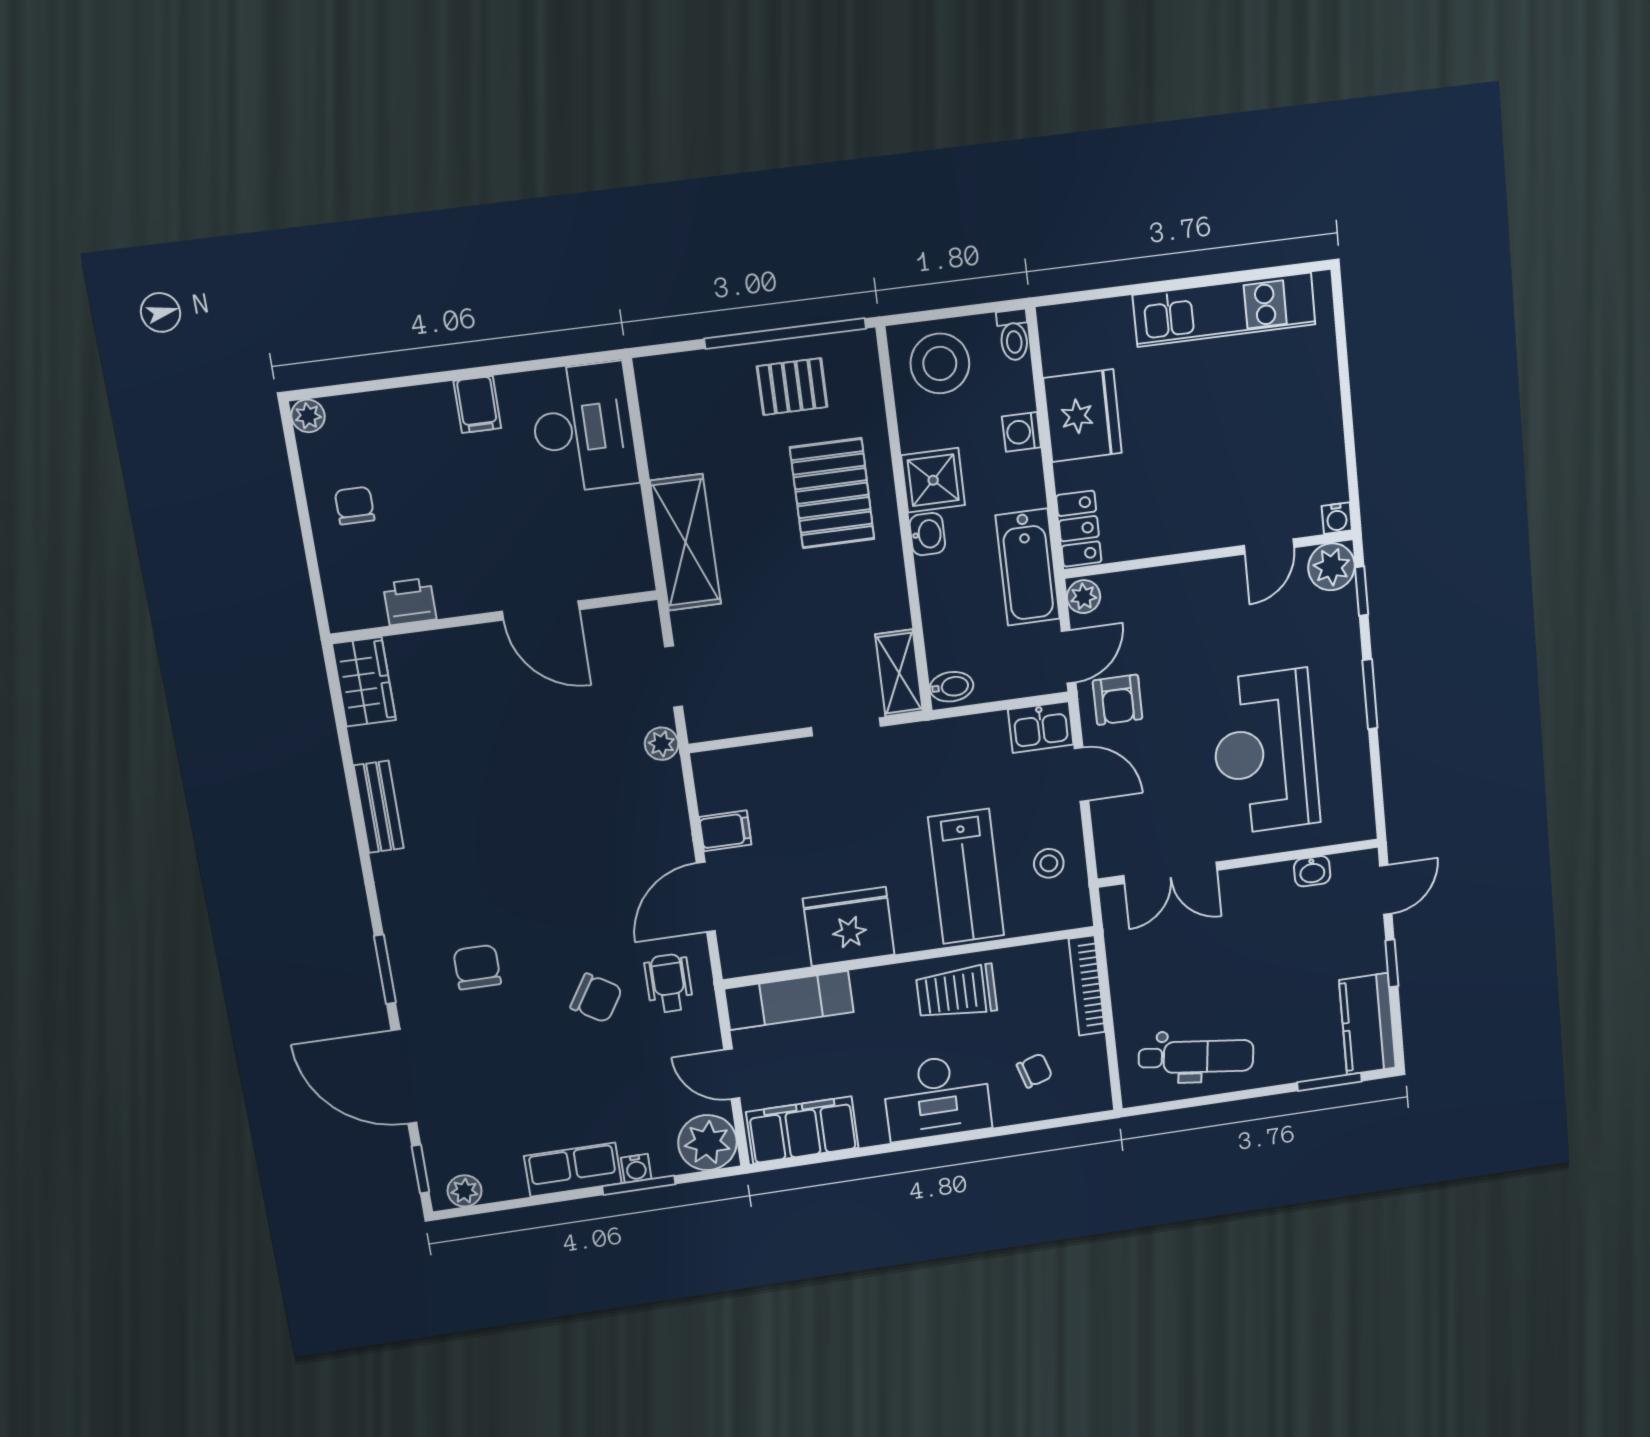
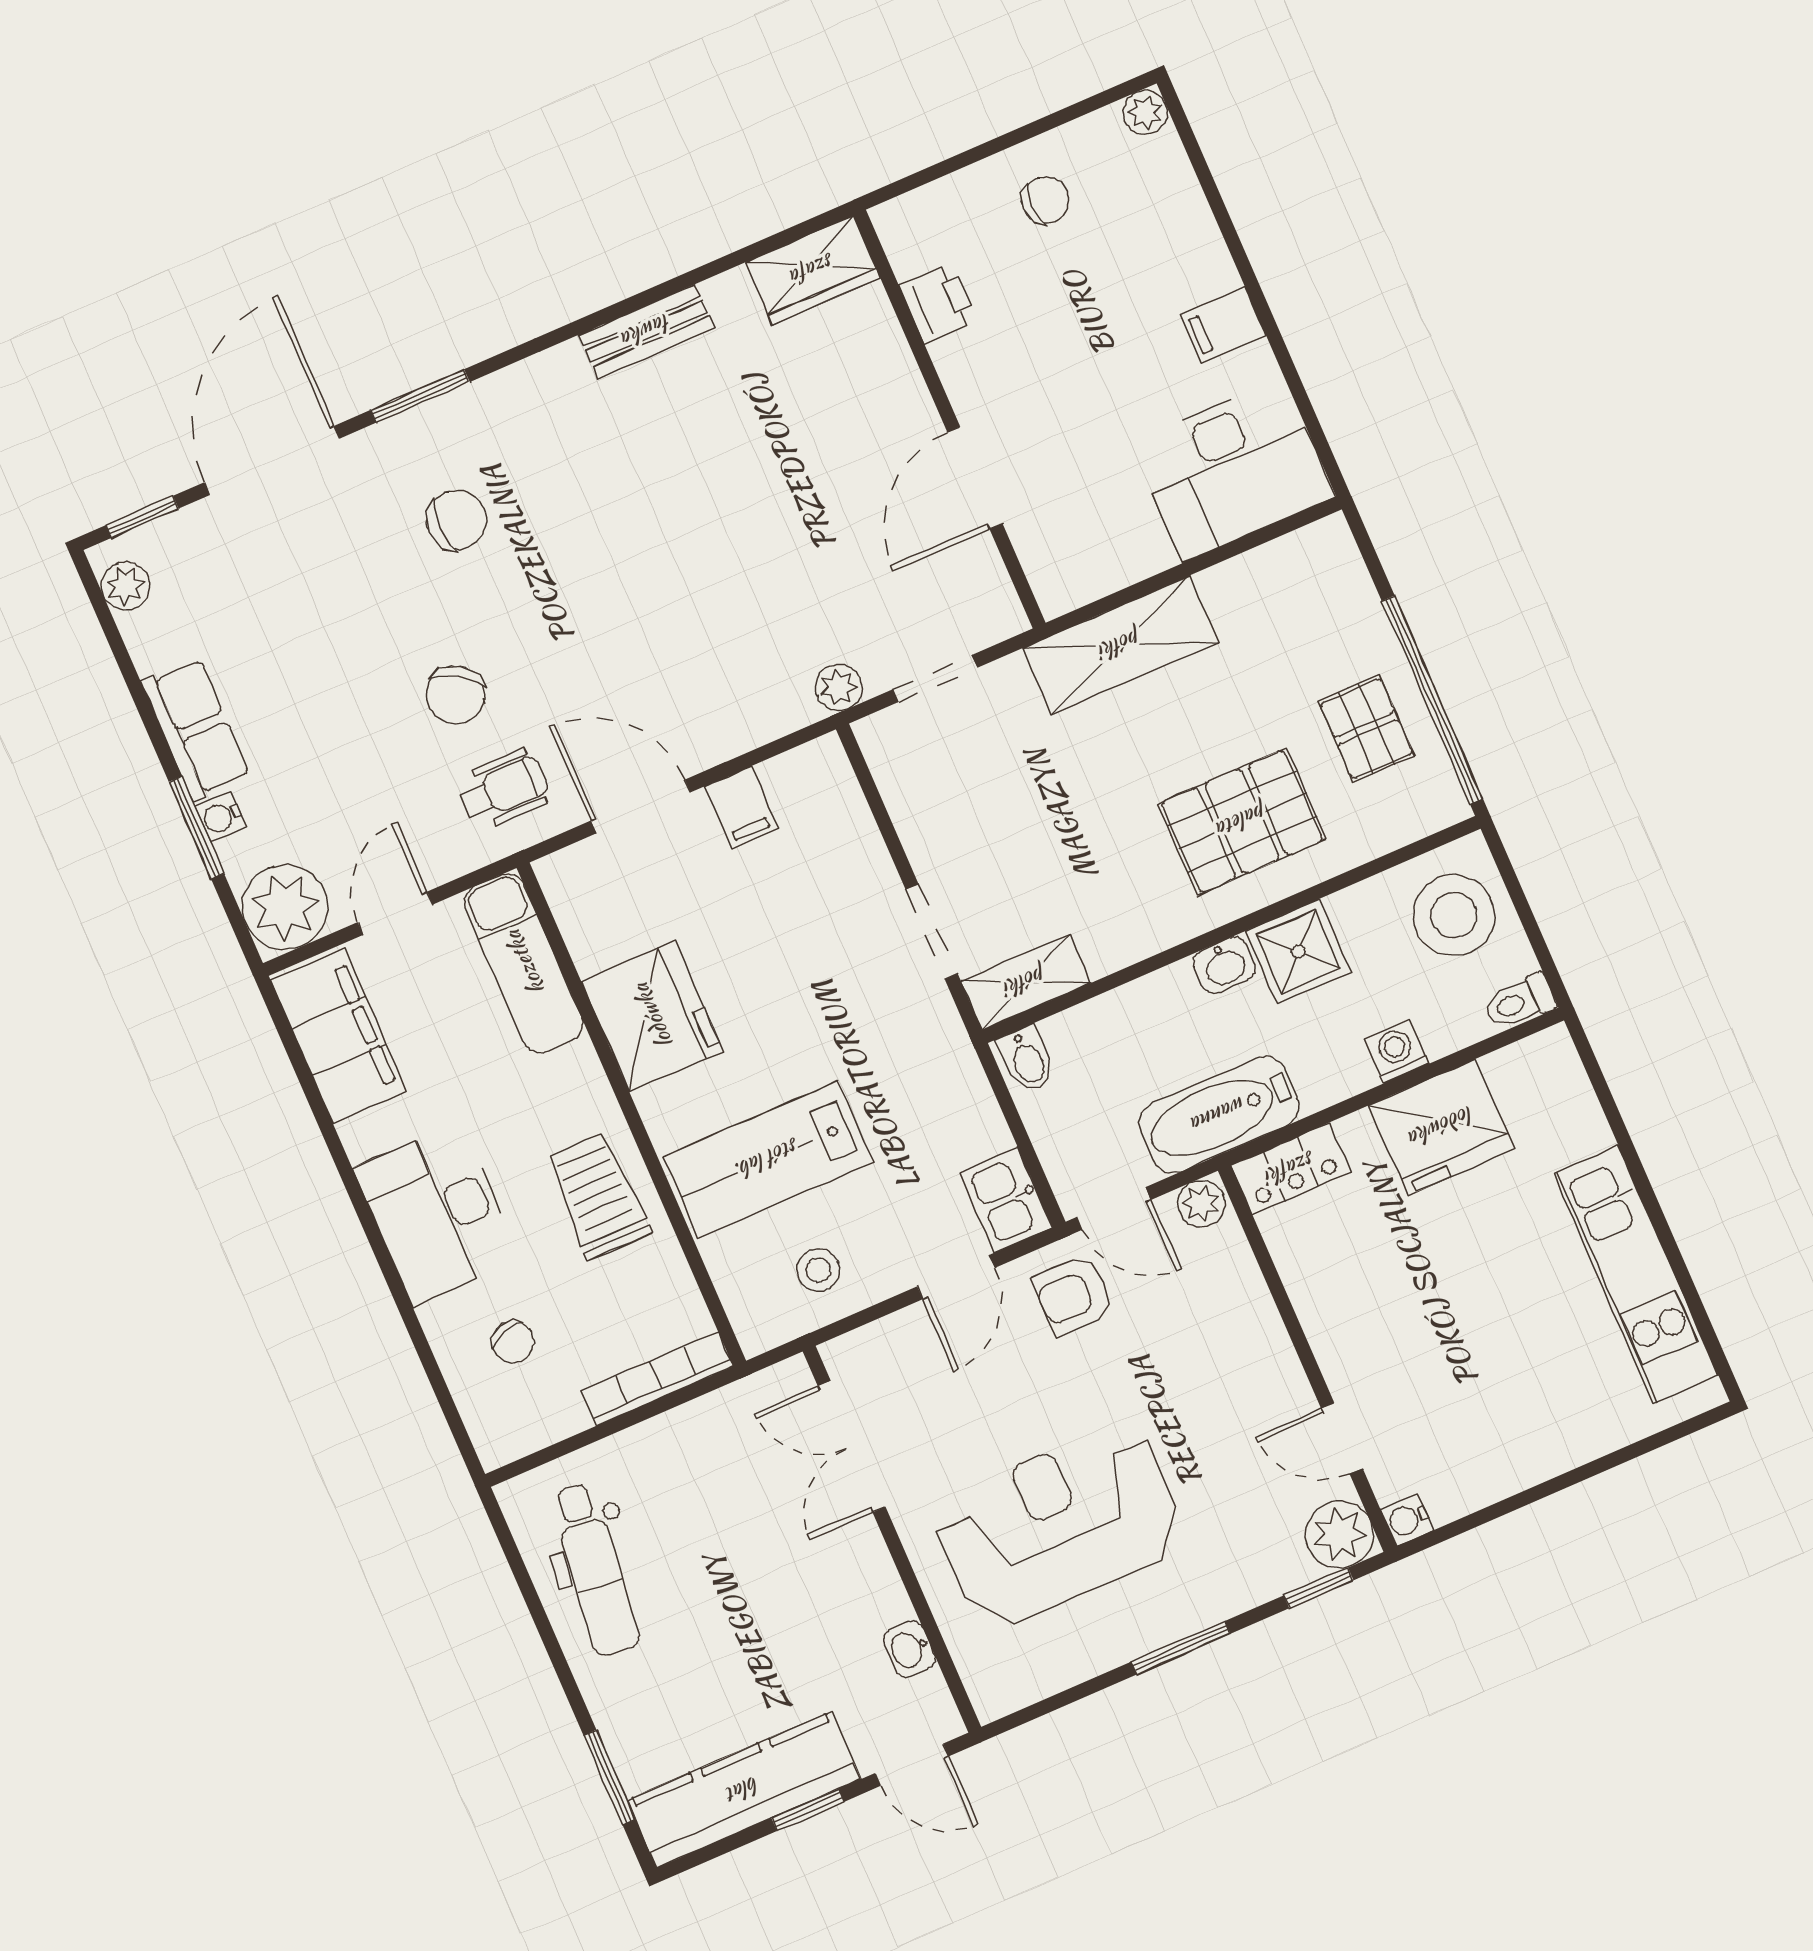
kitchen counter: (1368, 1024) -> (744, 1790), width x1.50

